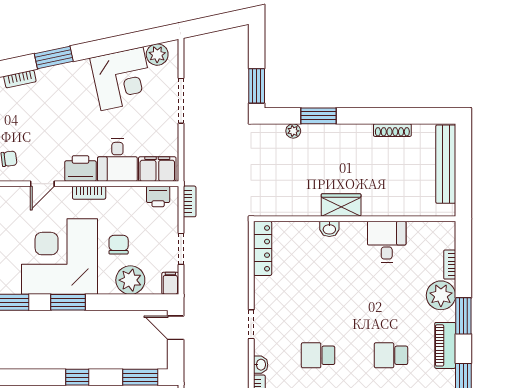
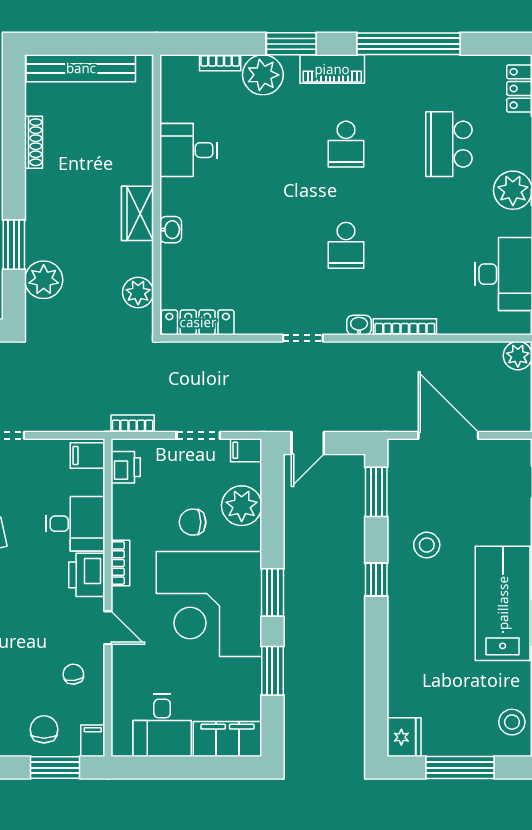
plant: (293, 131) -> (44, 280), width x1.87, depth x1.87
filing cabinet: (157, 169) -> (88, 455), width x0.50
plant: (284, 205) -> (138, 292), added

